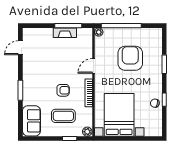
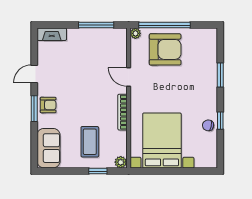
fireplace: (65, 33) -> (52, 34), moved
door: (20, 48) -> (34, 74), moved
armchair: (130, 58) -> (165, 49), moved, turned 90
door: (93, 66) -> (129, 77), hinge flipped
armchair: (63, 90) -> (48, 105), moved
coffee table: (63, 116) -> (90, 142), turned 90

